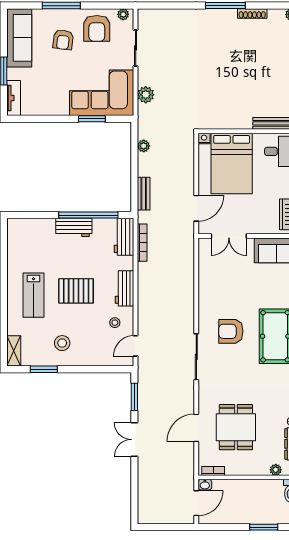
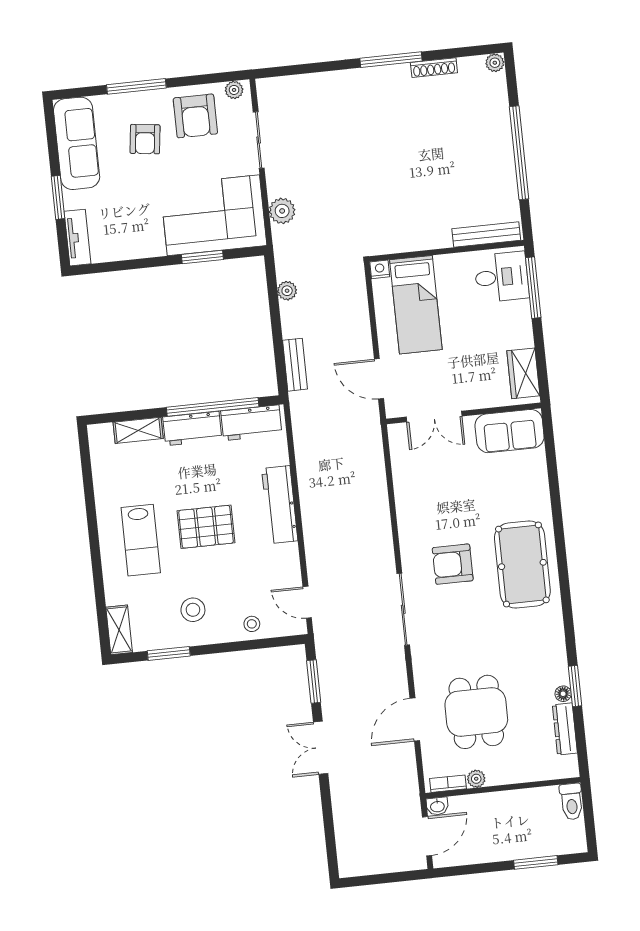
bed: (232, 163) -> (416, 305), width x0.67
door: (196, 208) -> (379, 379), swing flipped
shelving: (39, 225) -> (138, 430), added
workbench: (124, 237) -> (251, 423), moved, turned -90
bookcase: (142, 243) -> (301, 441), removed
workbench: (125, 288) -> (280, 505), width x1.38
stool: (115, 323) -> (252, 624), moved
door: (136, 346) -> (307, 602), hinge flipped
plant: (276, 470) -> (476, 779), moved

